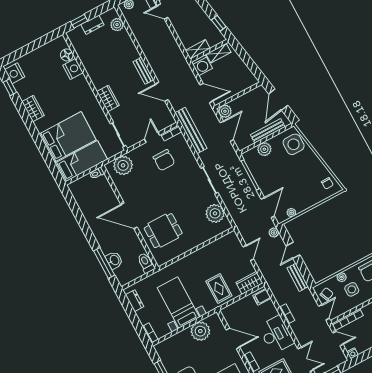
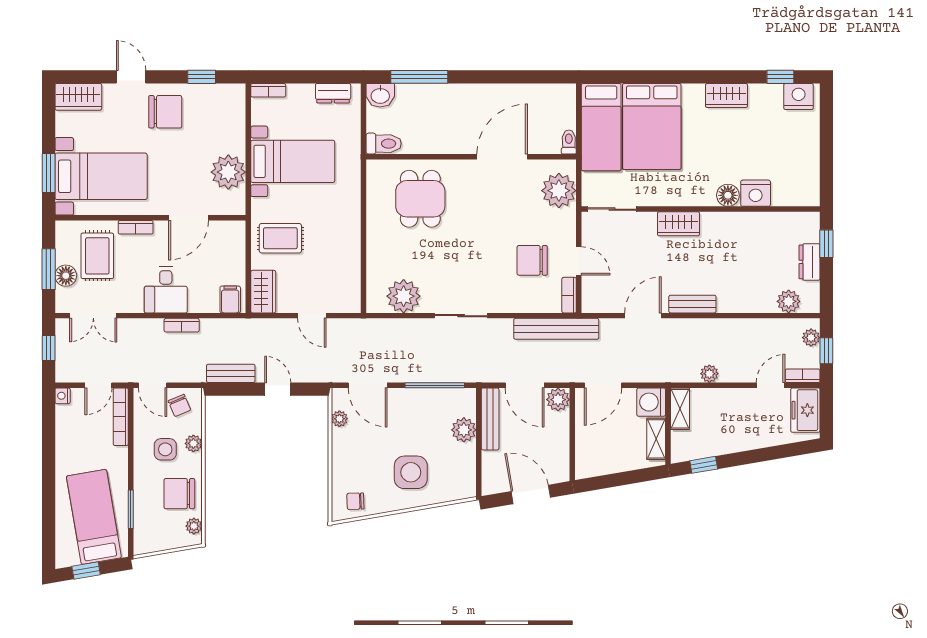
floor lamp: (67, 55) -> (728, 195), moved
bench: (268, 131) -> (490, 419), moved
side table: (294, 144) -> (411, 472), moved
door: (129, 216) -> (502, 157), moved
plant: (274, 233) -> (709, 374), moved
washbasin: (114, 260) -> (380, 95), moved
desk: (276, 335) -> (166, 290), width x0.73

